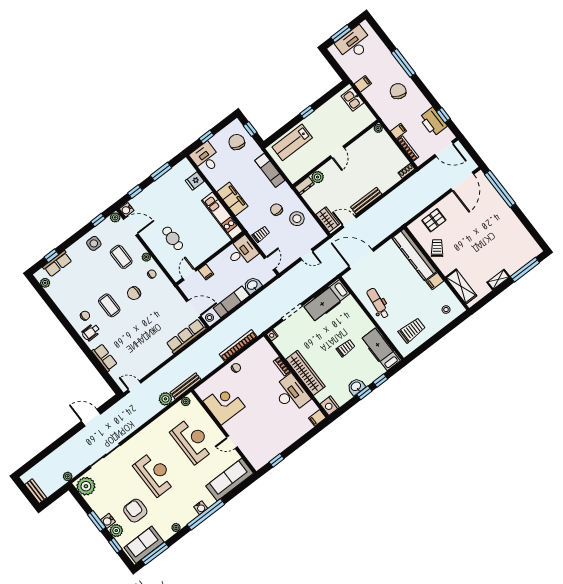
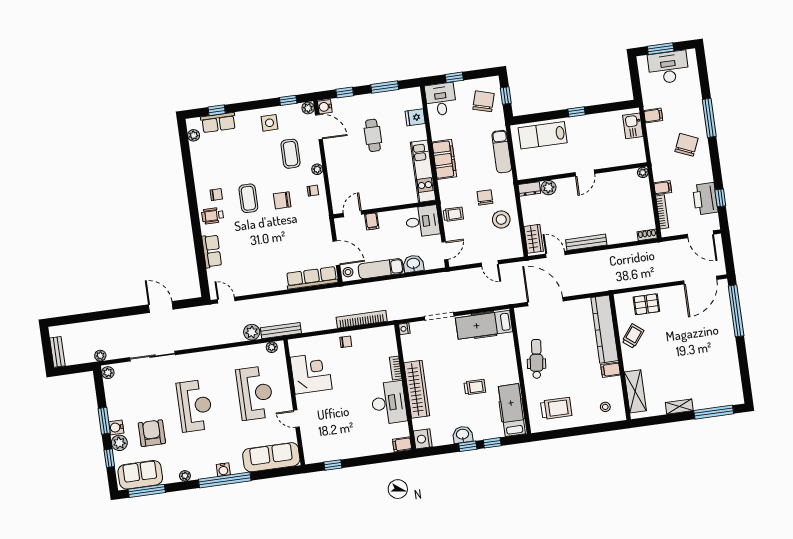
cafe table: (173, 238) -> (373, 135), moved
plant: (86, 486) -> (108, 373), width x0.53, depth x0.53

